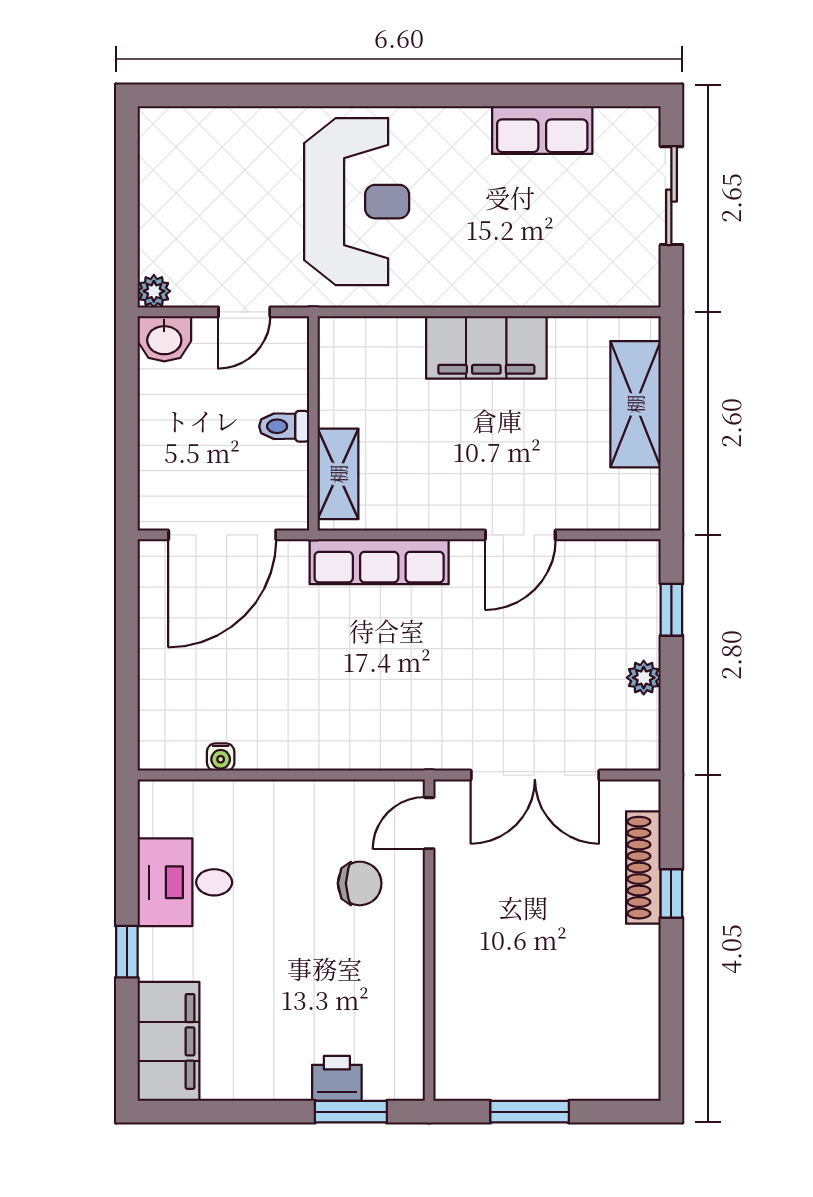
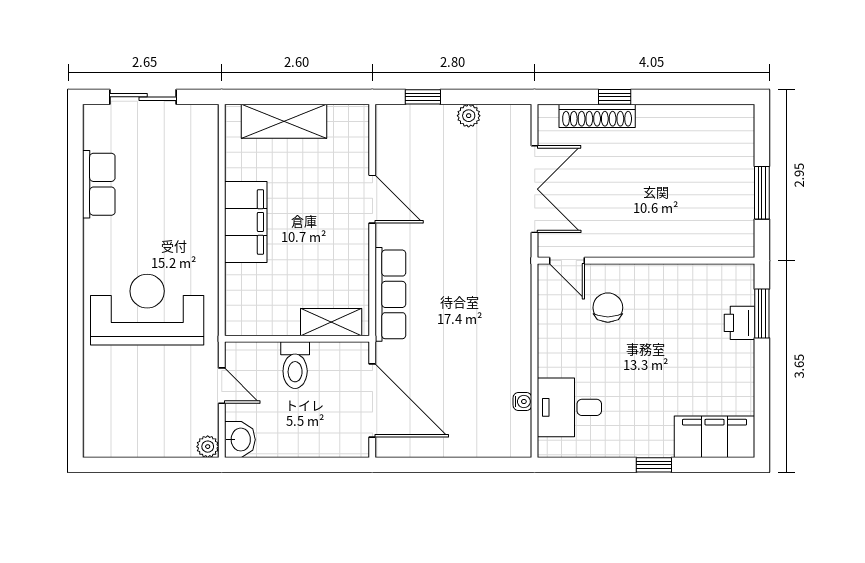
toilet: (284, 426) -> (295, 365), width x1.37, depth x1.39
desk: (185, 882) -> (569, 407), moved, turned 90

